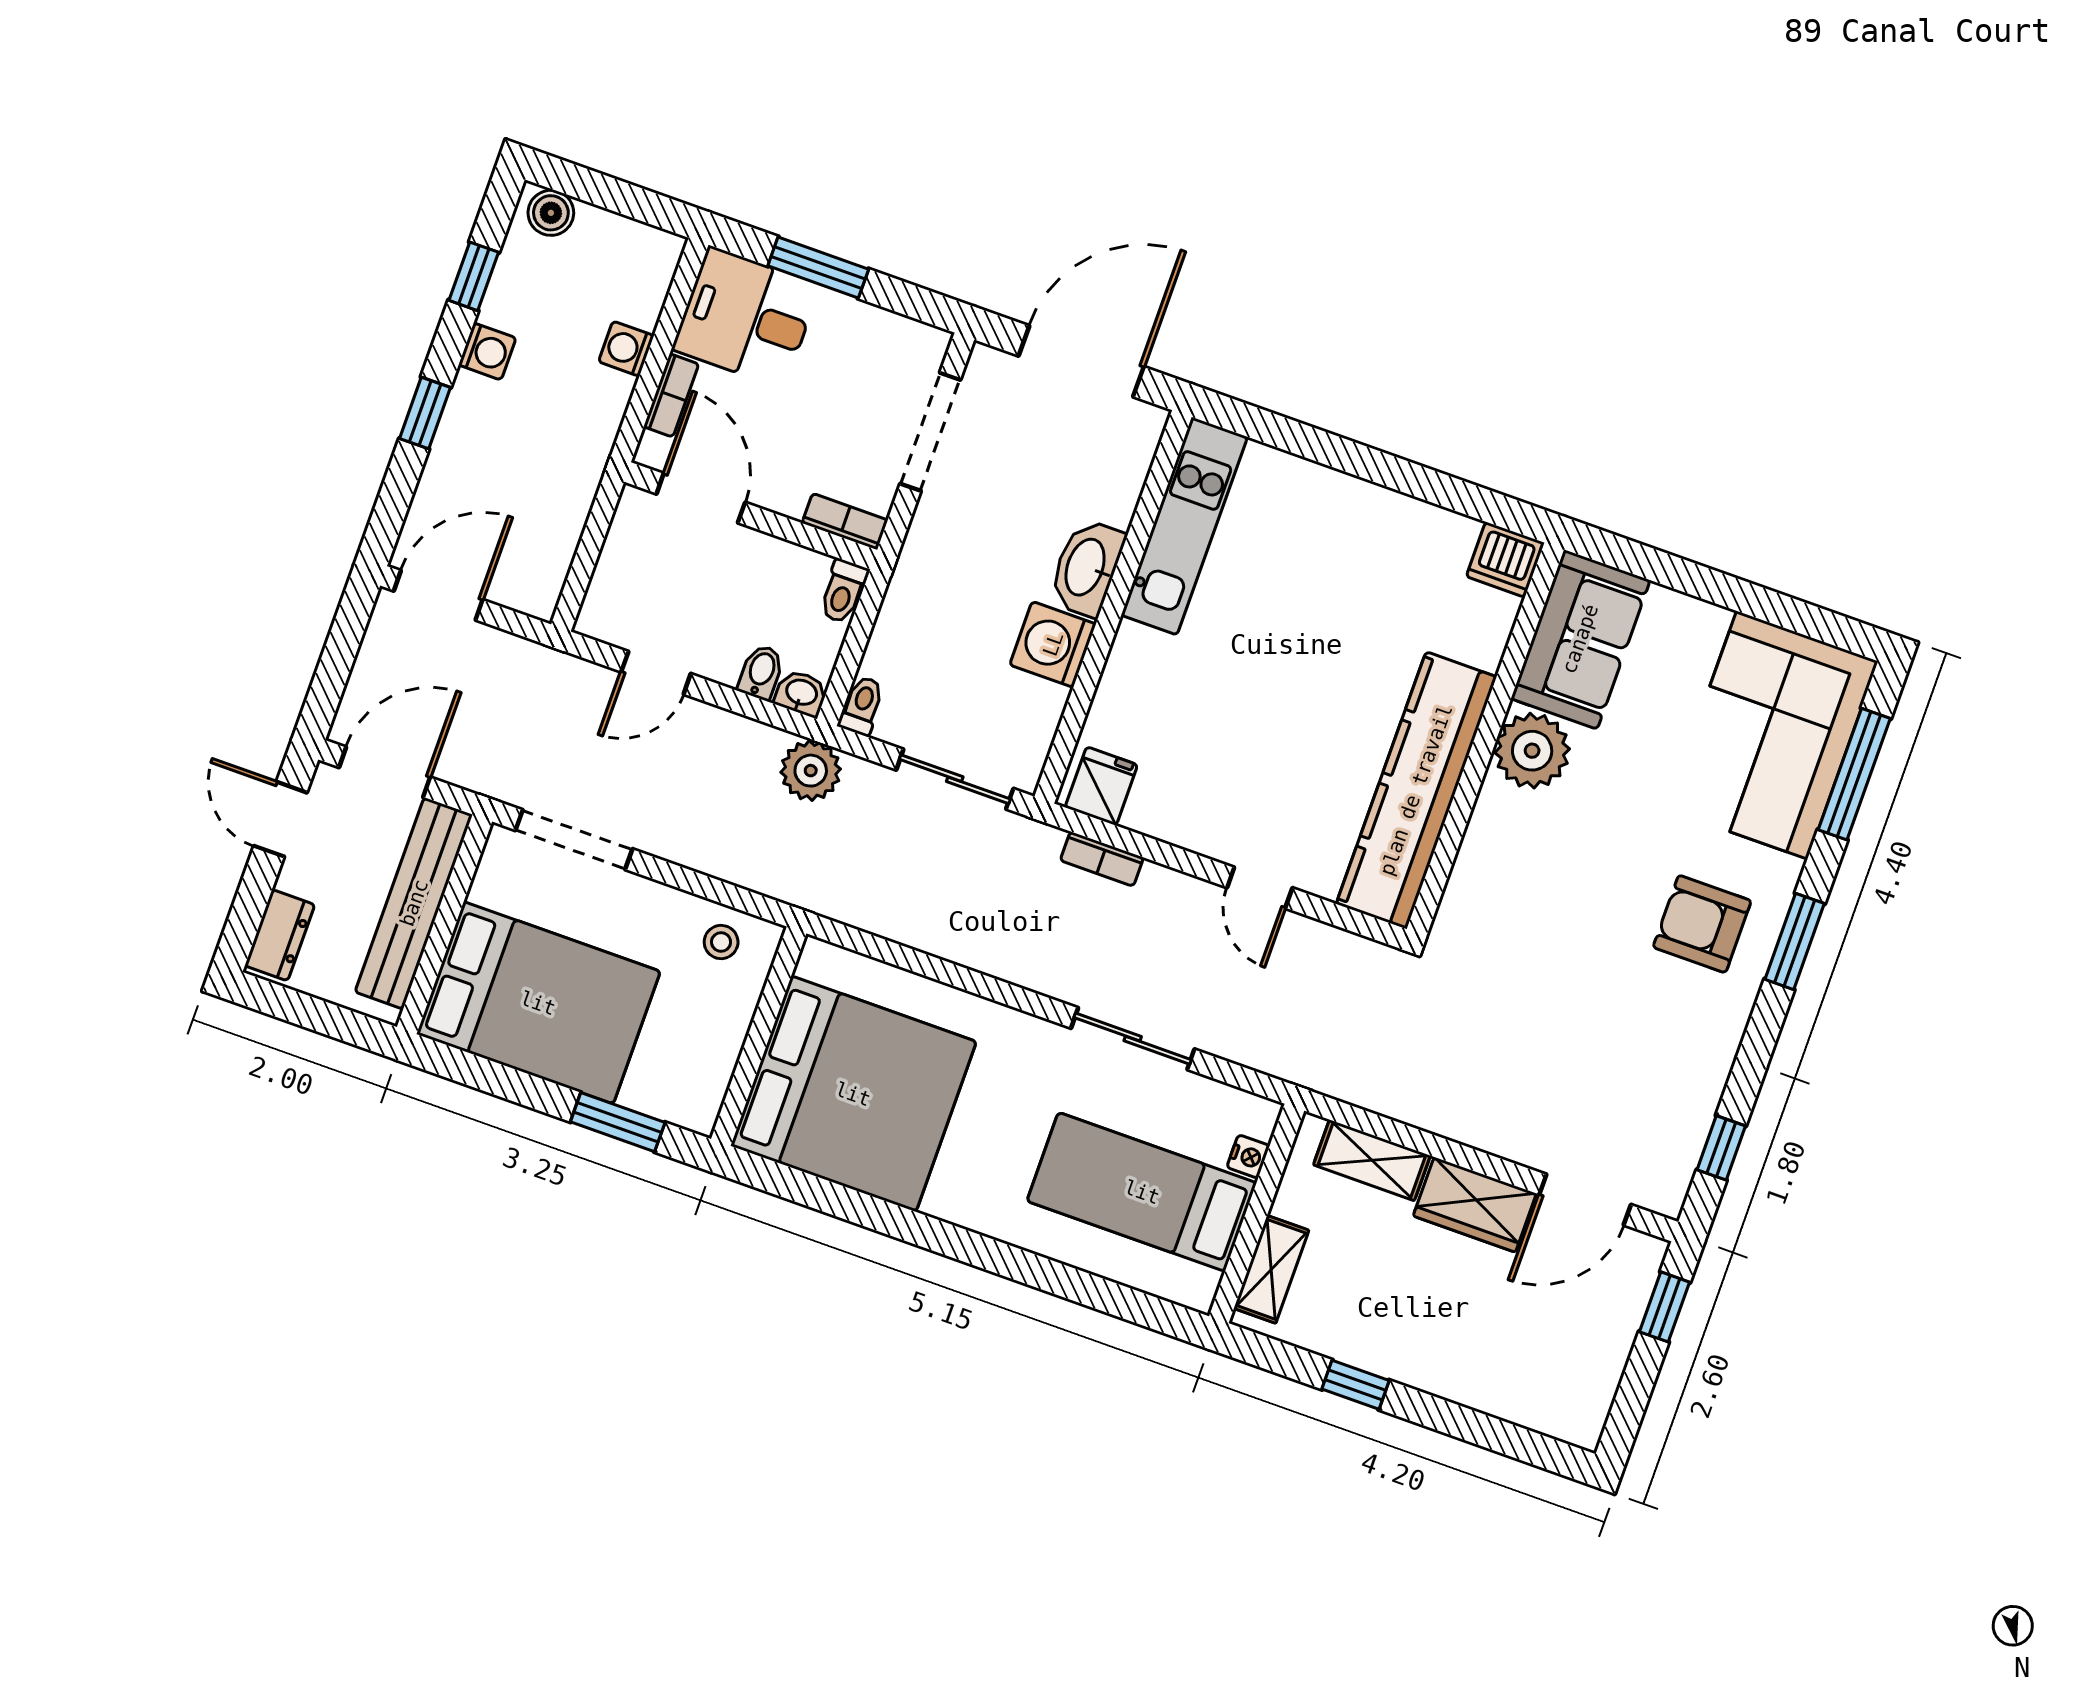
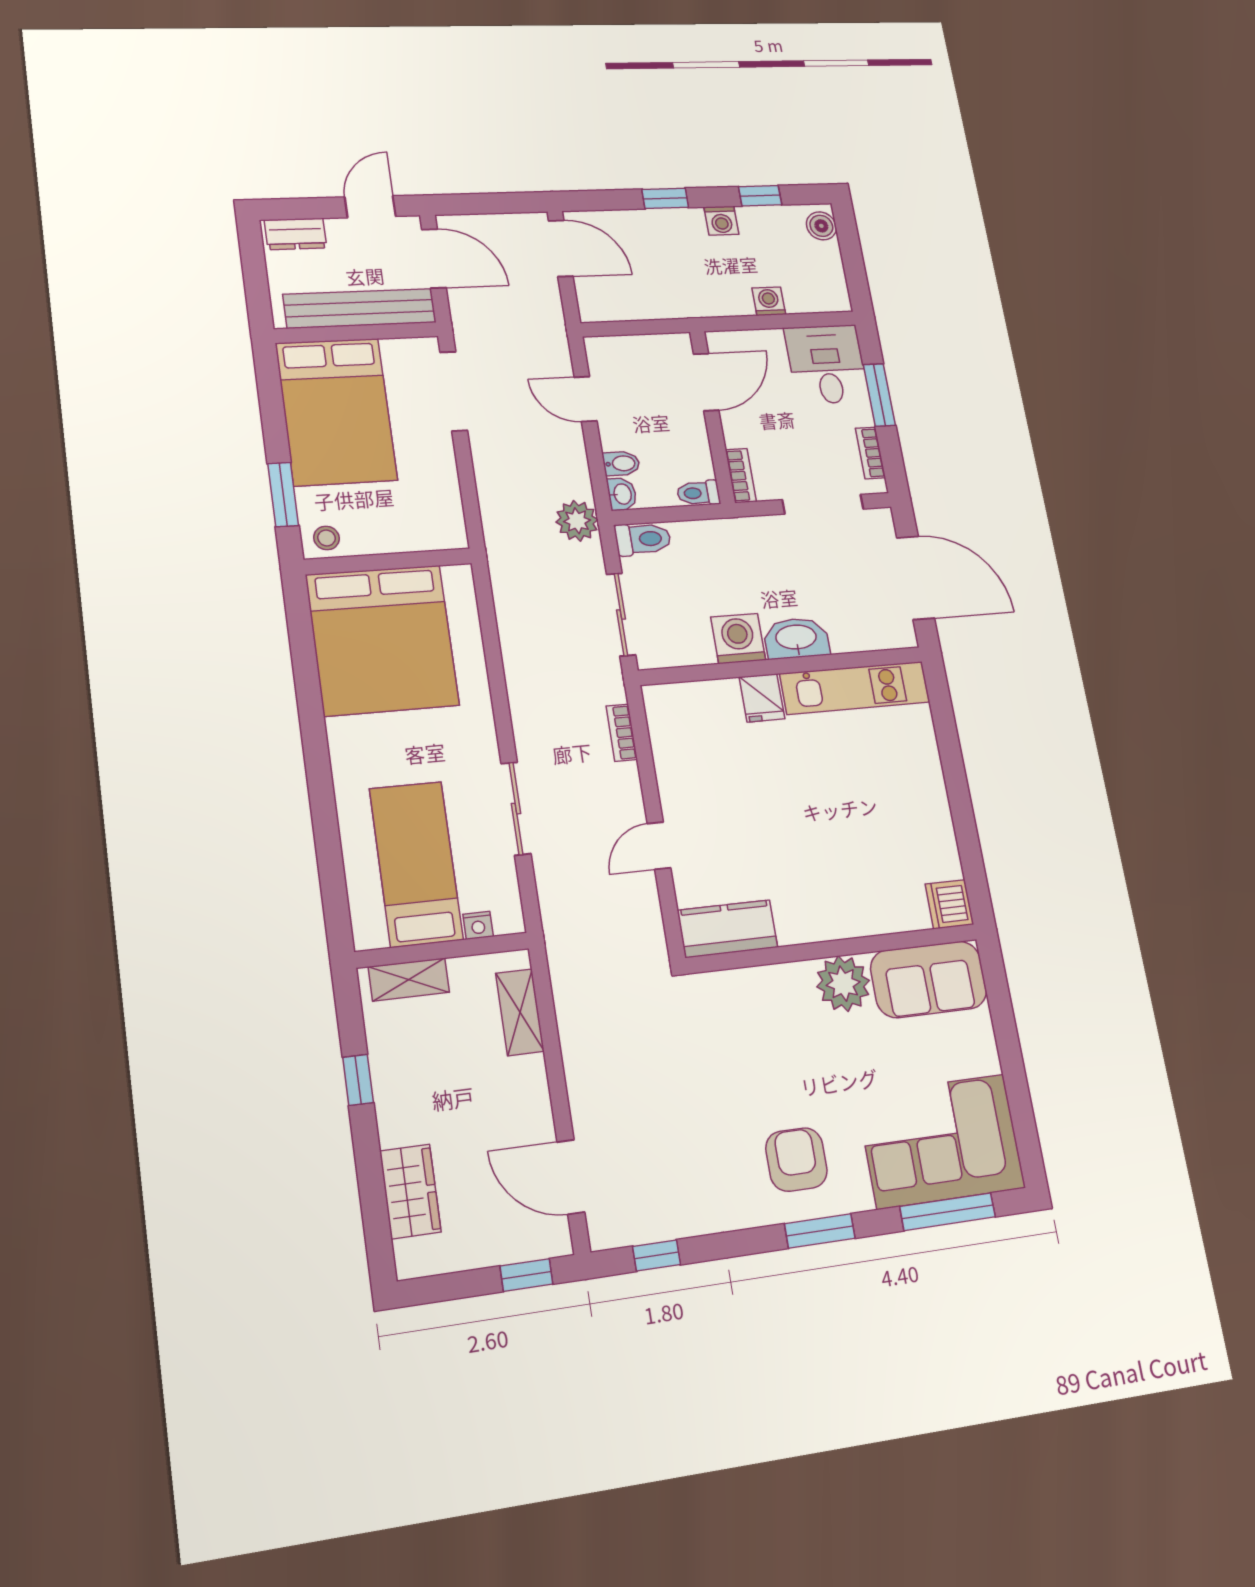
bookcase: (671, 395) -> (870, 453), moved, turned 90
toilet: (862, 706) -> (643, 539), width x1.37, depth x1.39
fridge: (1101, 786) -> (762, 698), moved, turned 90
kitchen counter: (1416, 790) -> (728, 929), width x0.48, depth x0.86
stool: (721, 942) -> (327, 538), moved
wardrobe: (1475, 1205) -> (410, 1191), moved, turned 180

